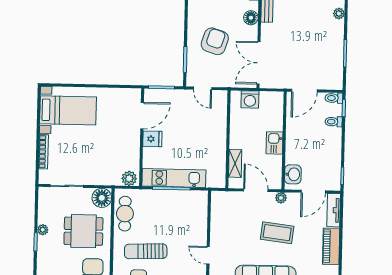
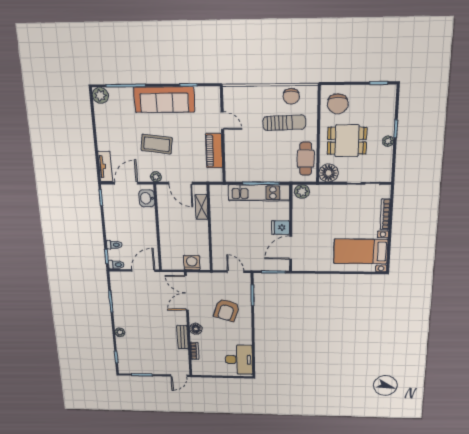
double door: (258, 63) -> (186, 293), swing flipped
kitchen sink: (274, 143) -> (166, 226), removed
piano: (331, 246) -> (214, 151), moved, turned 180

